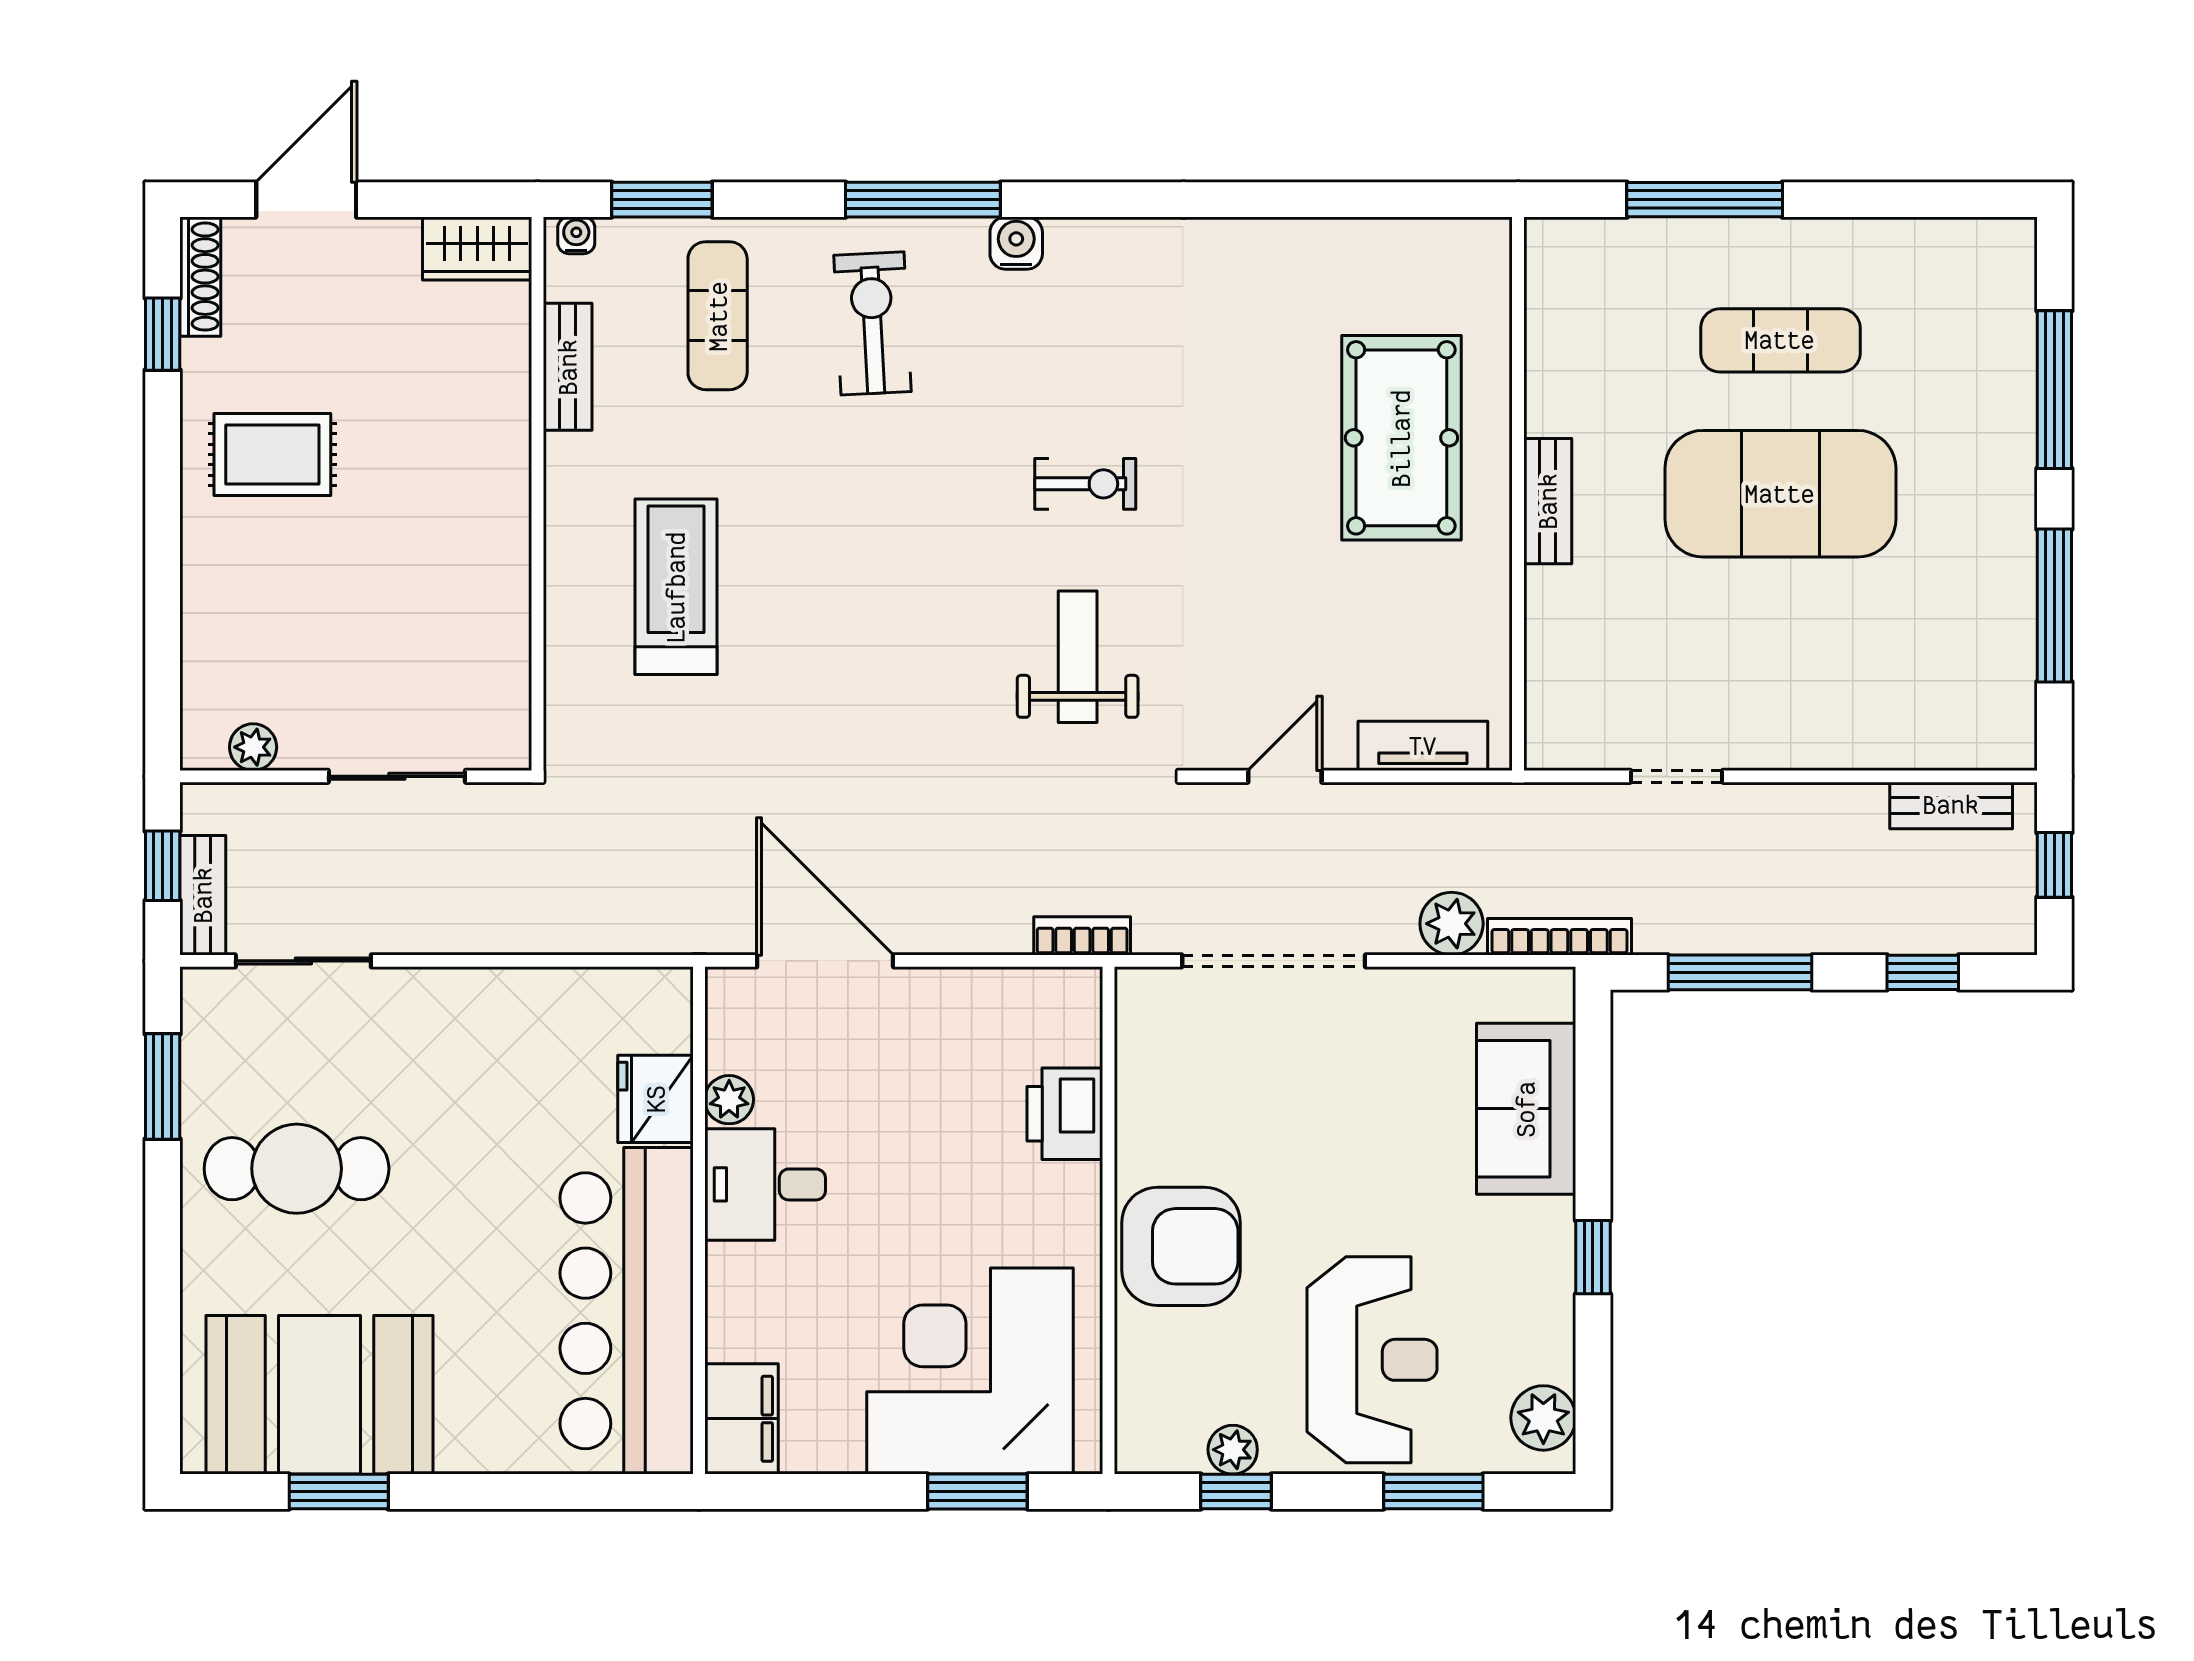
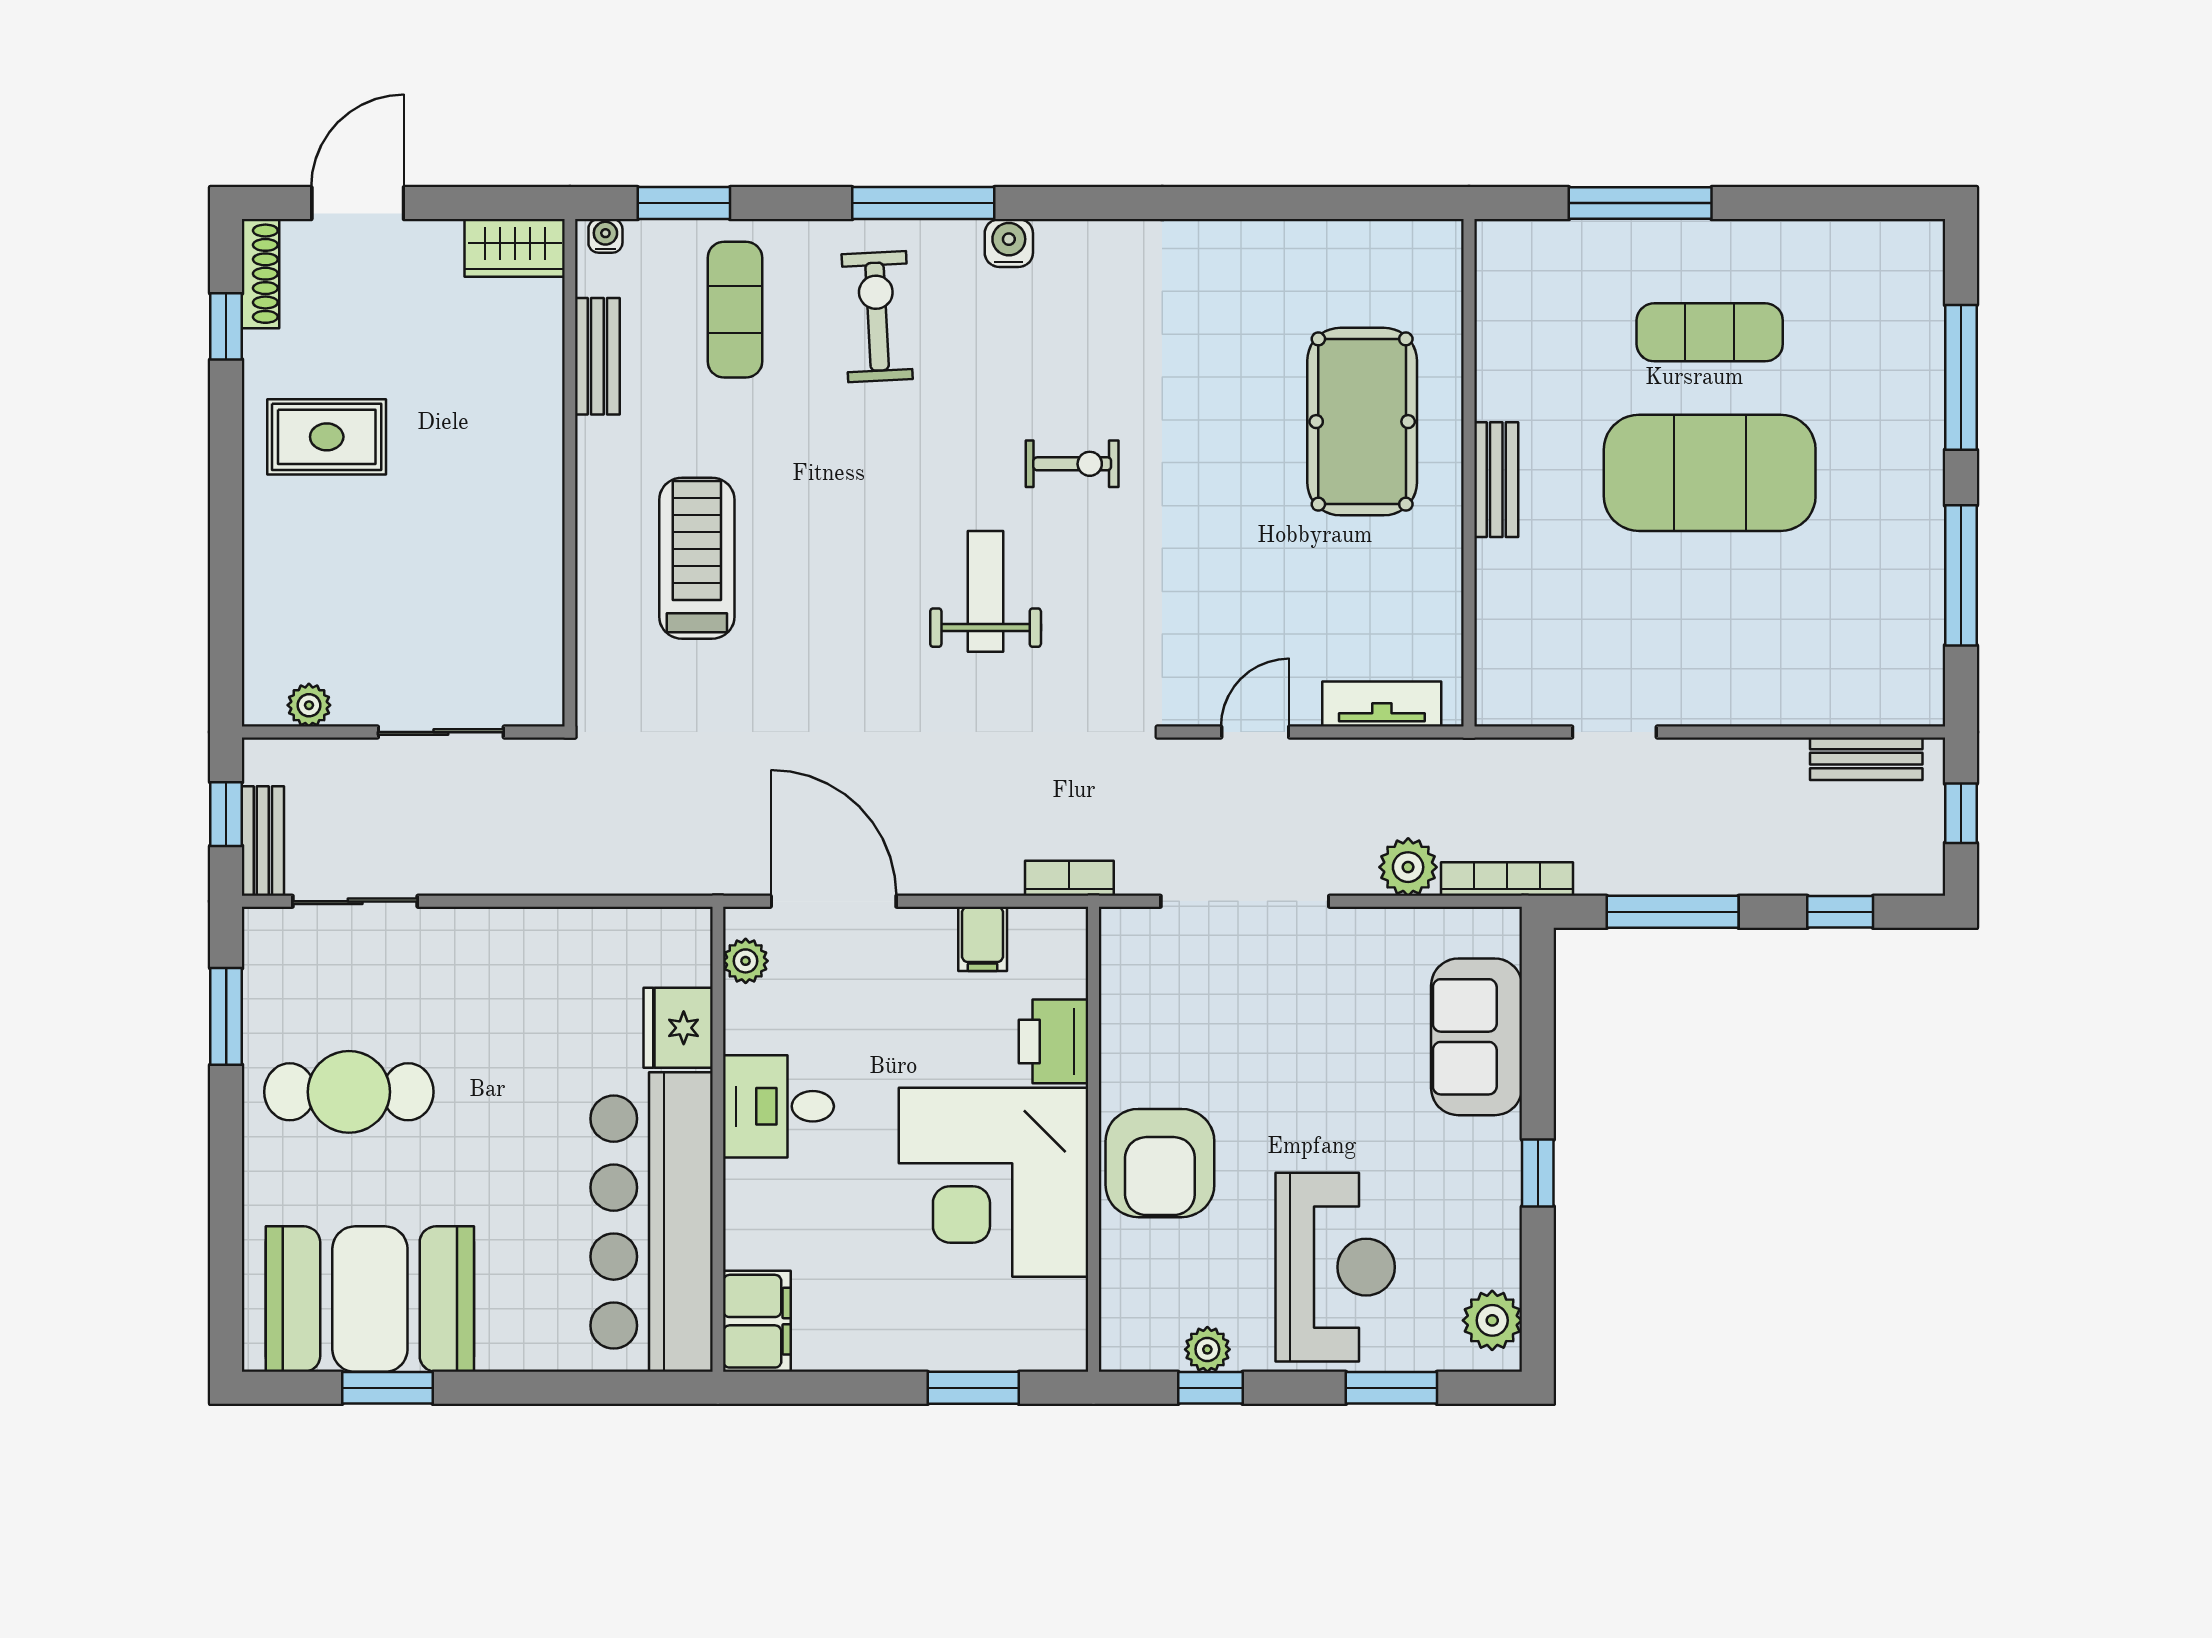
weight bench: (1078, 657) -> (986, 591), moved
filing cabinet: (988, 1002) -> (983, 939), added
plant: (729, 1100) -> (746, 961), moved
armchair: (1181, 1246) -> (1160, 1163), turned 90
corner desk: (970, 1371) -> (994, 1182), moved, turned -90

